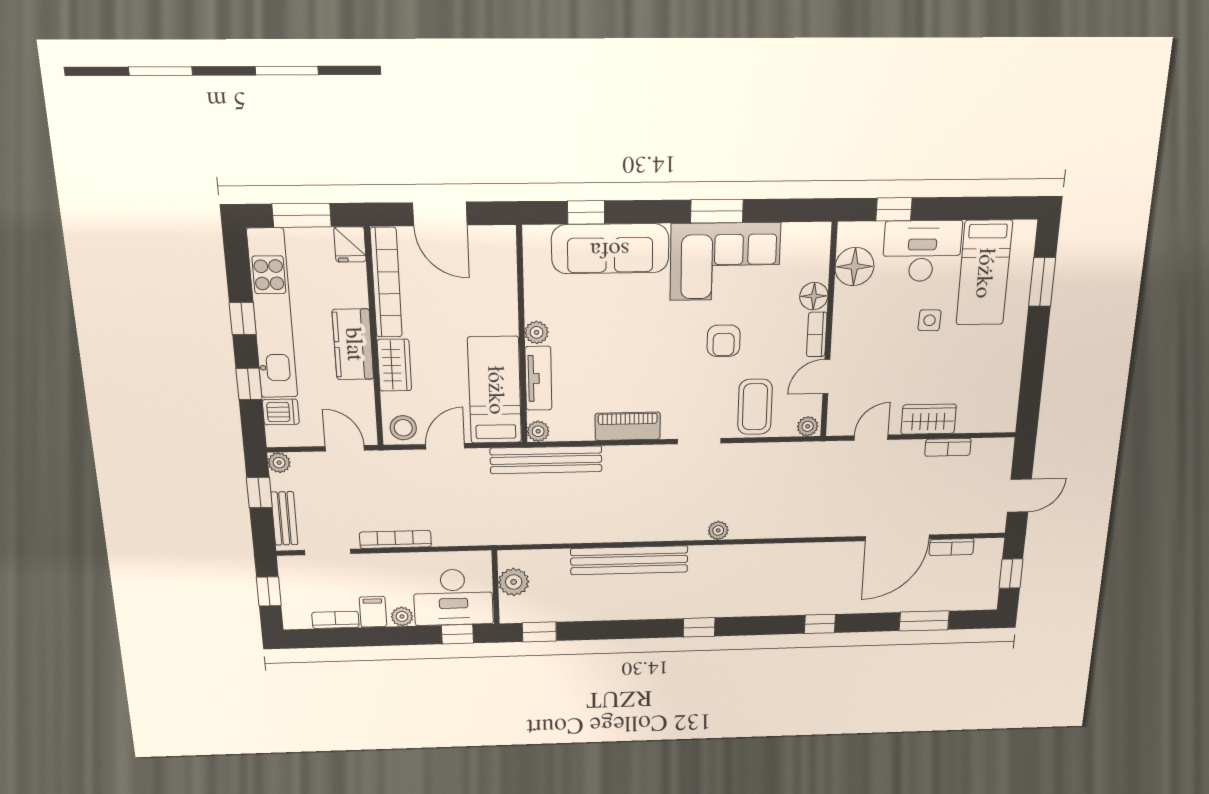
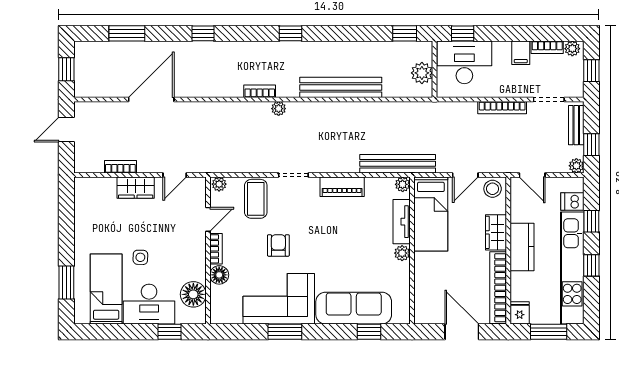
bookcase: (952, 547) -> (260, 91), moved
plant: (402, 616) -> (572, 49), moved

